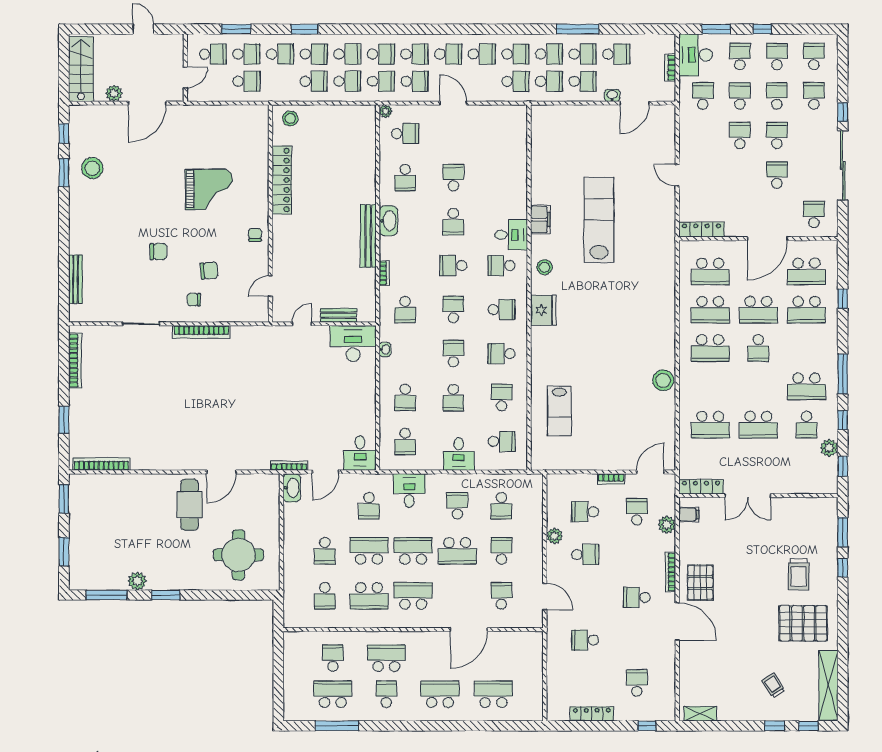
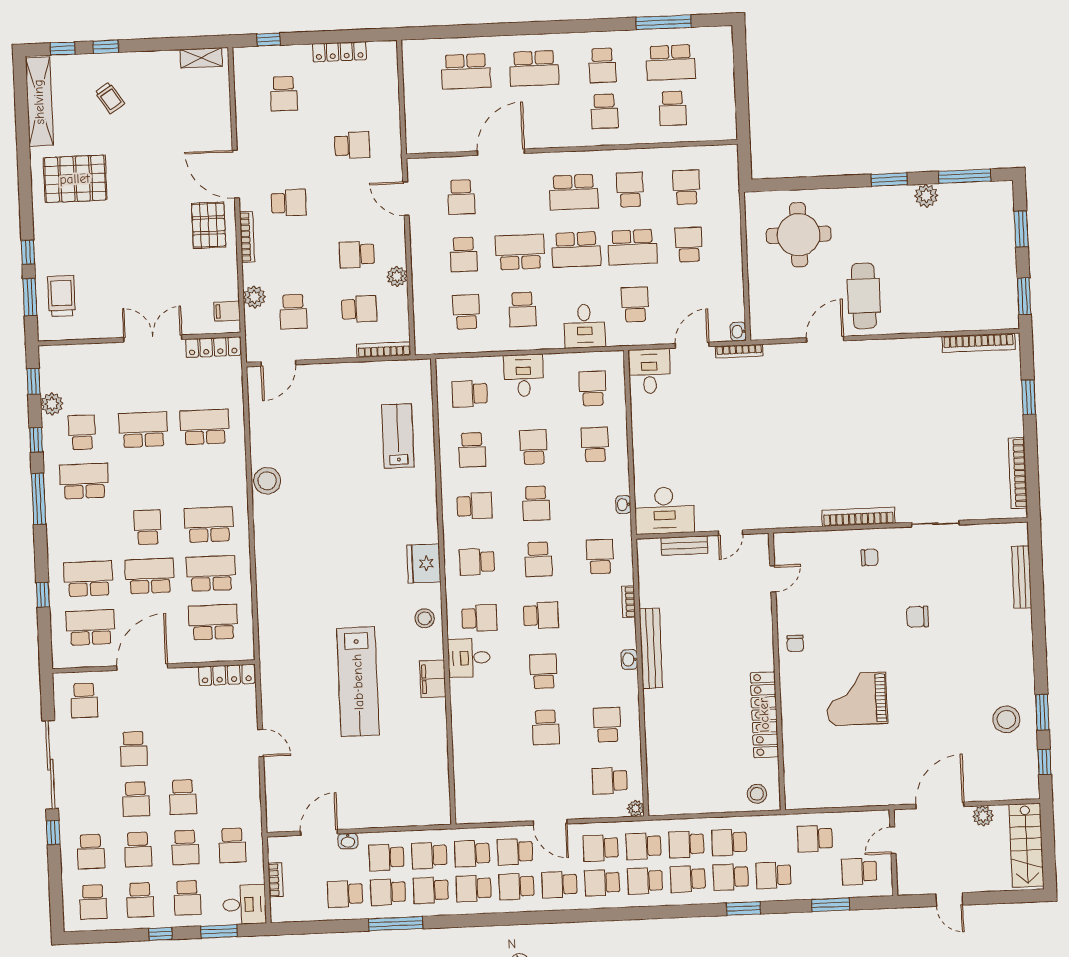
school desk: (246, 54) -> (515, 852), moved
desk: (695, 55) -> (244, 905), width x0.73
washbasin: (388, 221) -> (629, 659), width x0.52, depth x0.69
chair: (209, 271) -> (852, 595), removed
bookcase: (611, 479) -> (384, 350), moved, width x1.56
washbasin: (292, 488) -> (738, 332), width x0.52, depth x0.69
trolley: (799, 574) -> (61, 296), moved
school desk: (369, 596) -> (630, 190), width x0.54
school desk: (386, 658) -> (604, 111), width x0.54

